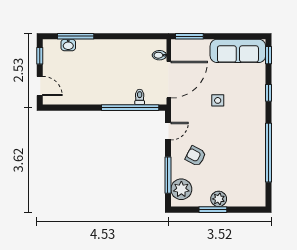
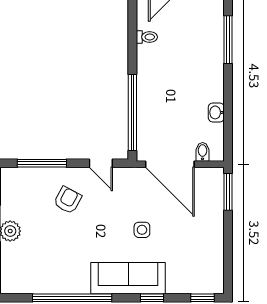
washbasin: (68, 45) -> (216, 112), moved
sofa: (238, 51) -> (128, 278), moved, turned 90
toilet: (140, 97) -> (147, 37), moved
plant: (181, 189) -> (23, 181), removed

